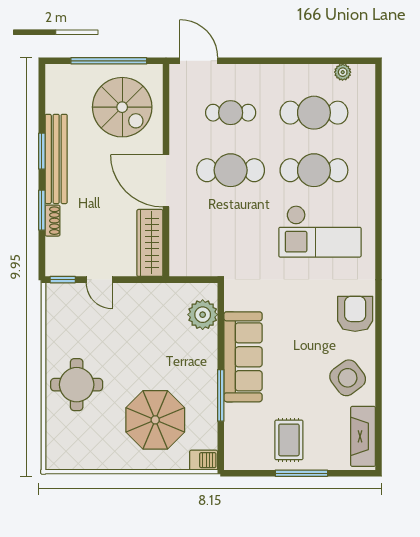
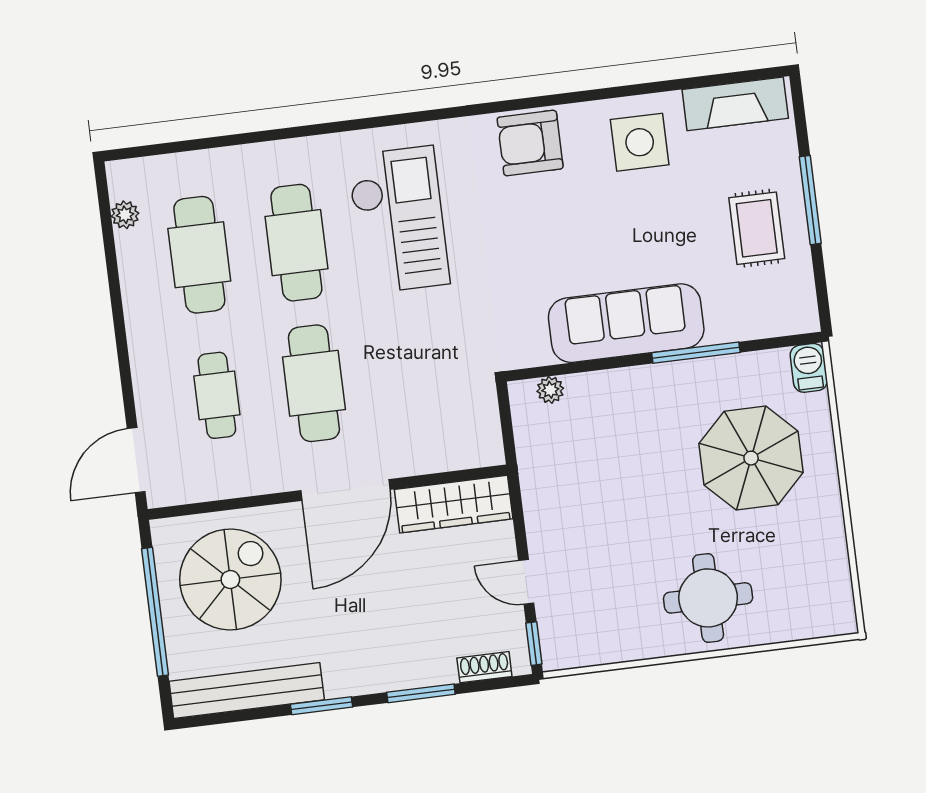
bench: (56, 159) -> (247, 691), moved
shoe rack: (53, 221) -> (484, 667), moved
door: (99, 280) -> (526, 582), swing flipped
plant: (203, 315) -> (550, 390), width x0.53, depth x0.53
side table: (348, 378) -> (640, 142), turned 37
rug: (289, 440) -> (757, 228), turned 90

